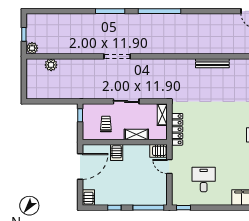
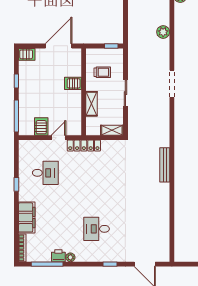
bench: (212, 63) -> (165, 165), moved
plant: (51, 65) -> (163, 32), moved
locker: (177, 129) -> (84, 146), moved
server rack: (159, 151) -> (41, 126), moved
door: (80, 166) -> (59, 46), swing flipped
window: (183, 208) -> (16, 184), moved

